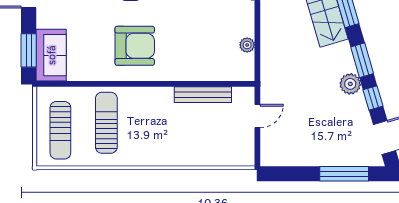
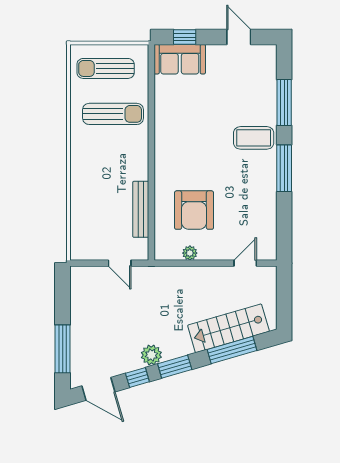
armchair: (135, 46) -> (194, 210), moved
window: (29, 50) -> (185, 37), width x0.67

